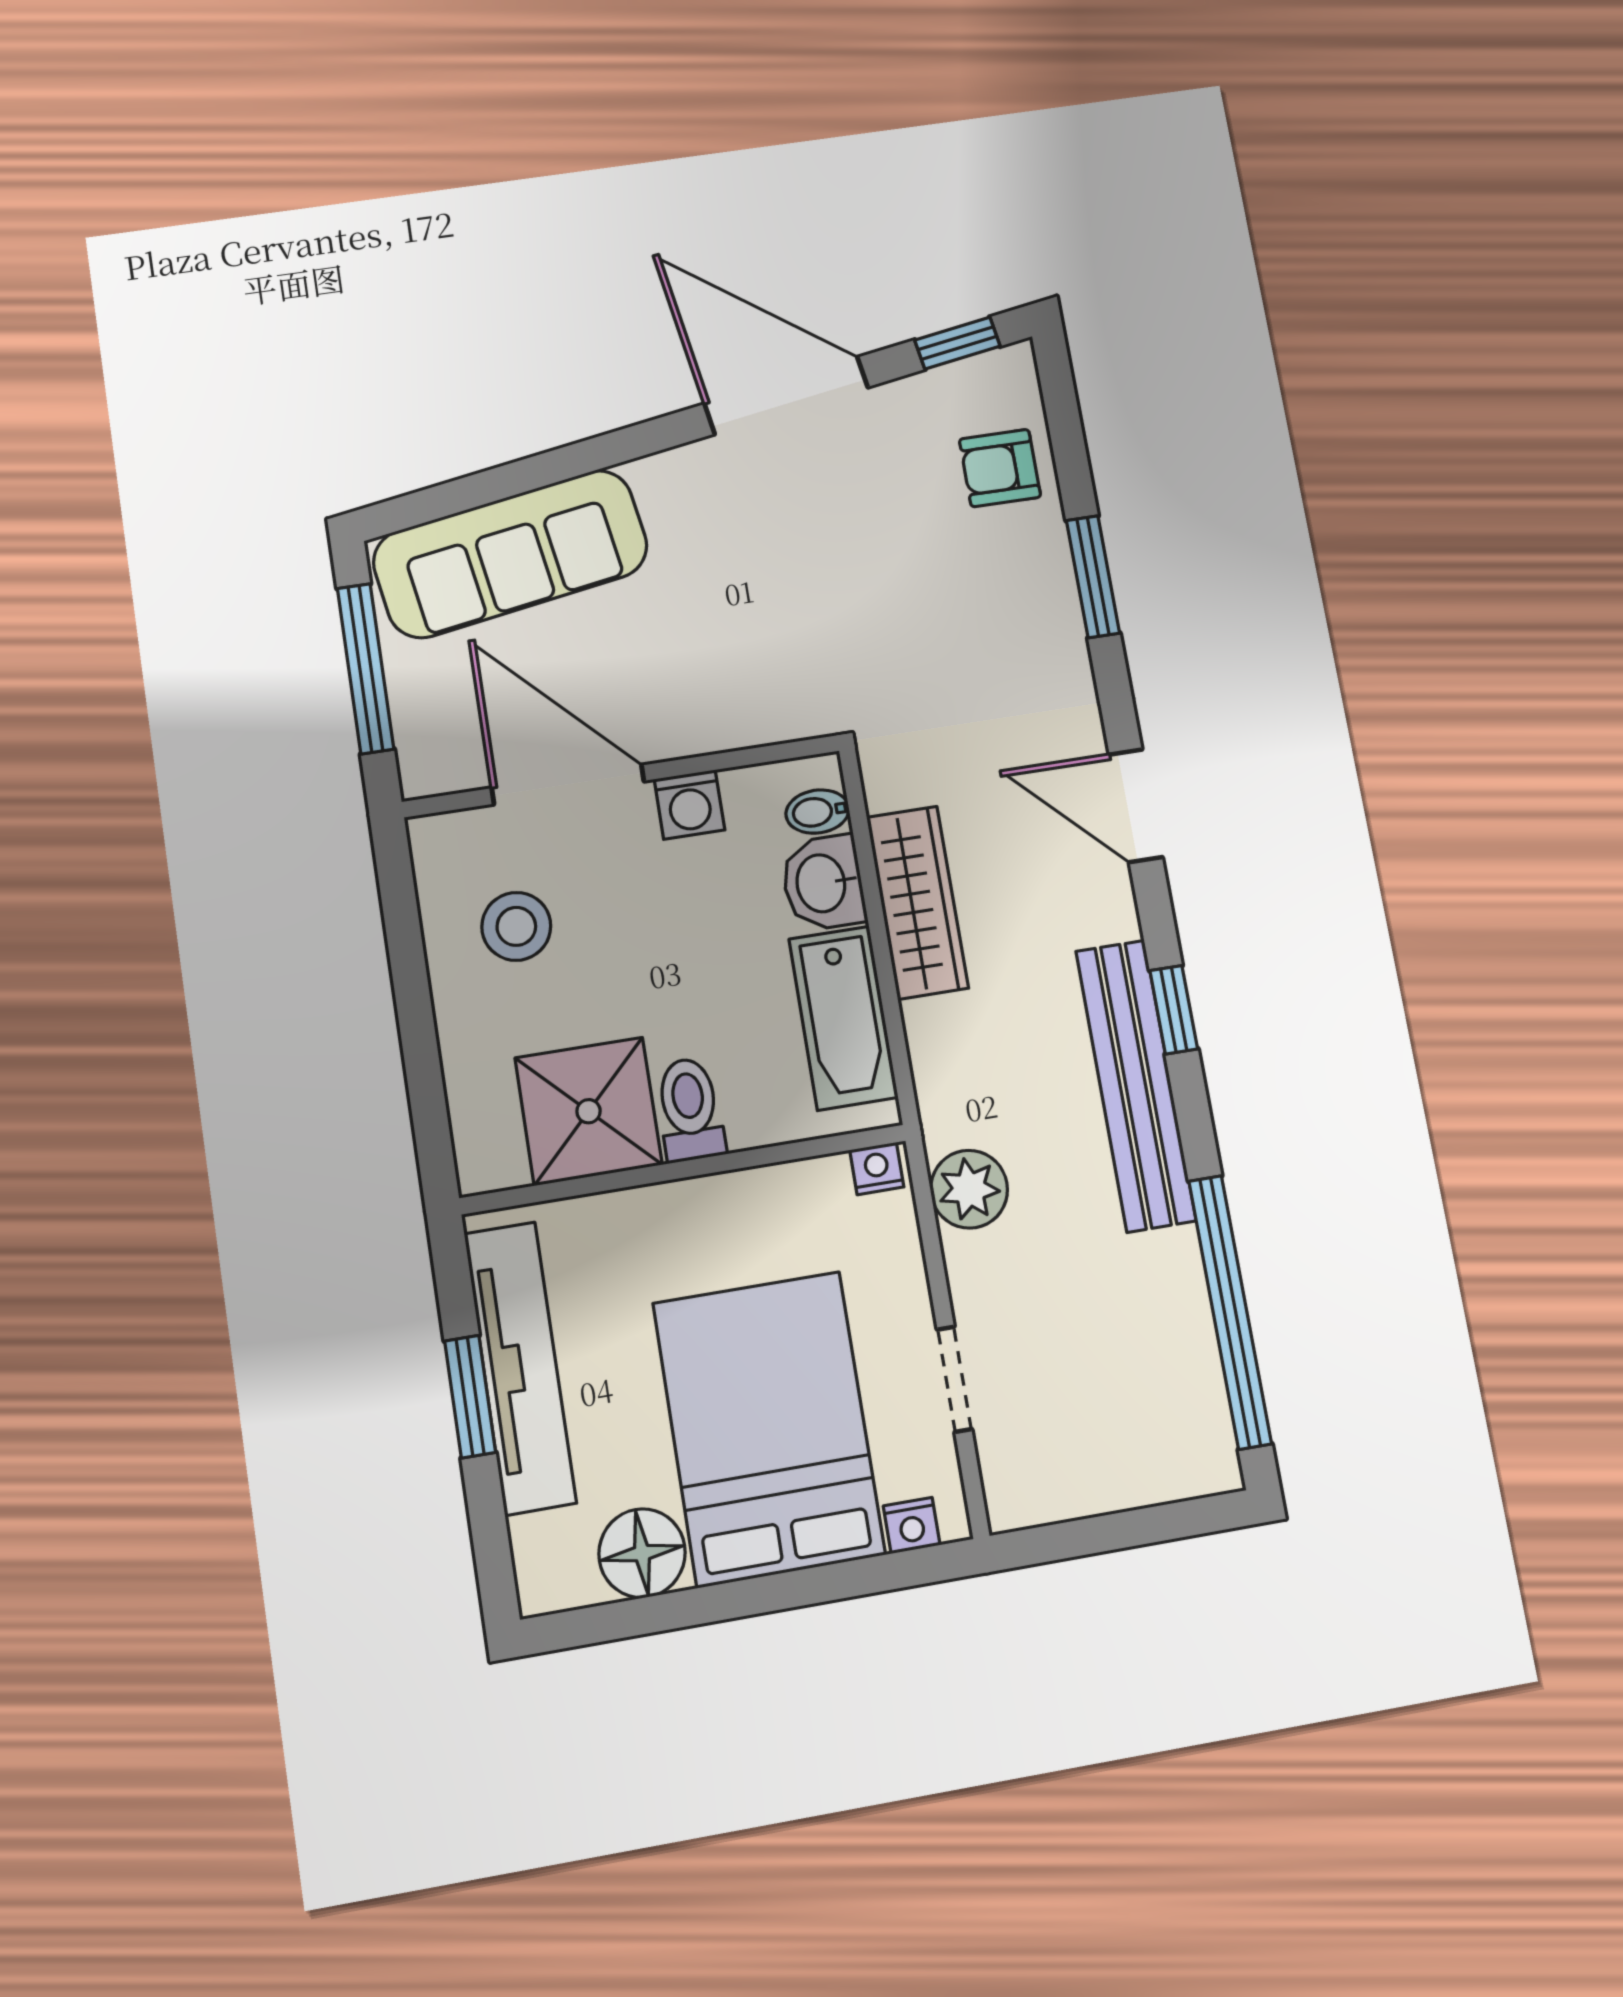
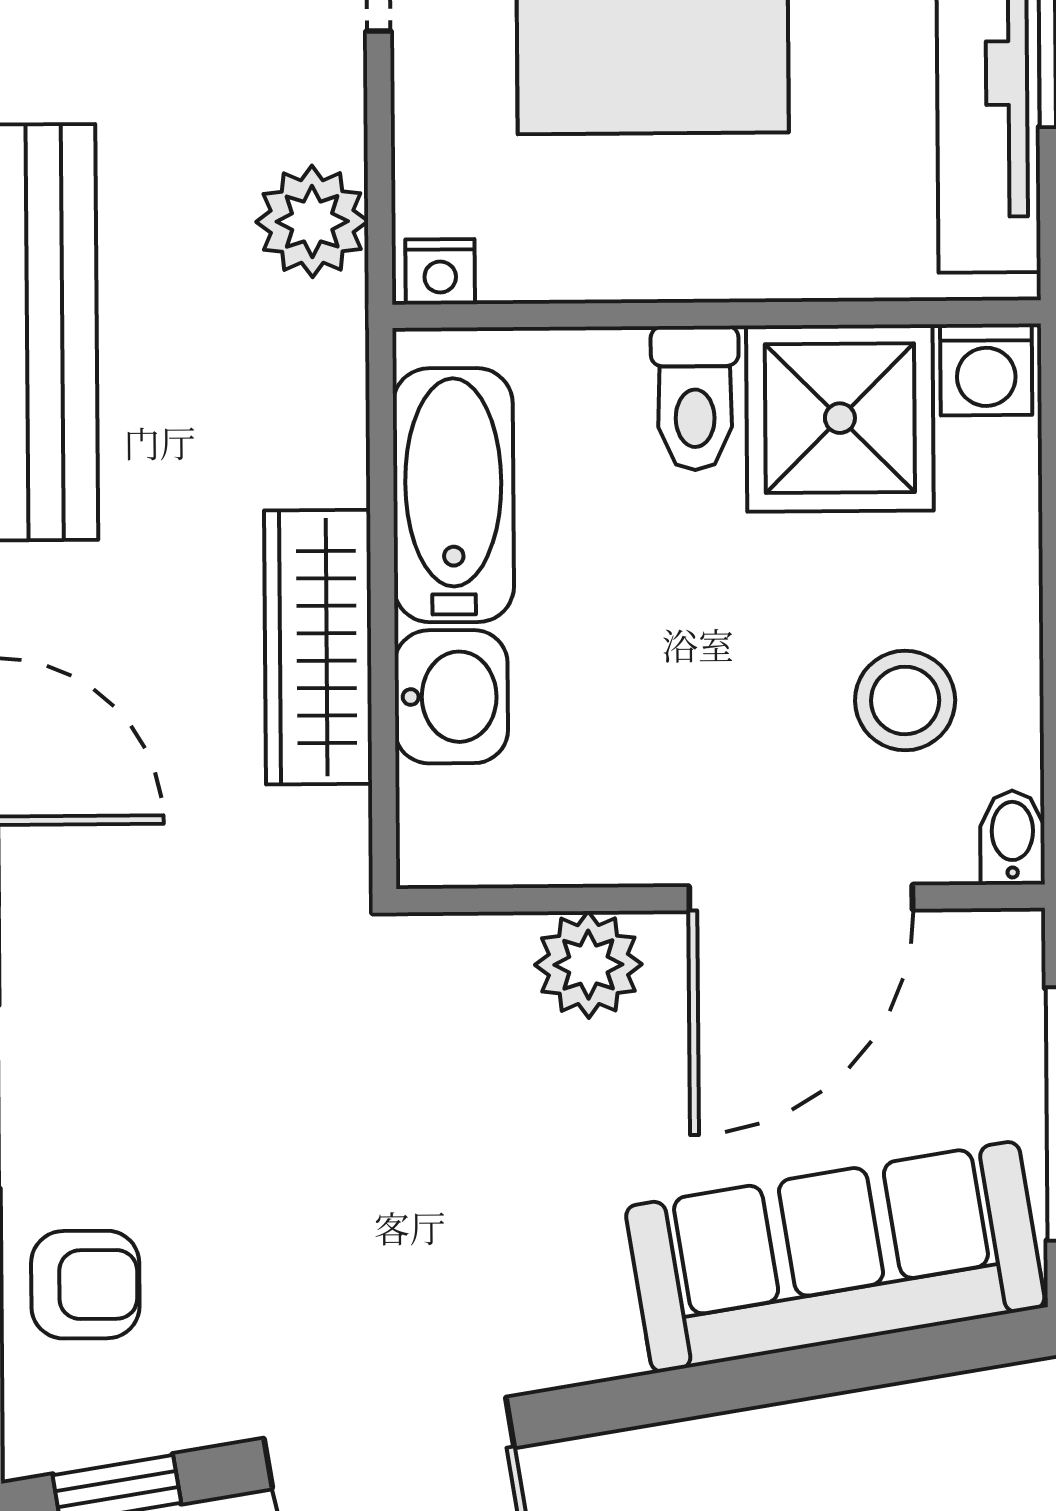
plant: (704, 720) -> (588, 965), added
door: (568, 784) -> (801, 898), hinge flipped
washing machine: (689, 805) -> (986, 370), moved, turned 180
bidet: (817, 812) -> (1012, 838), moved, turned -90

